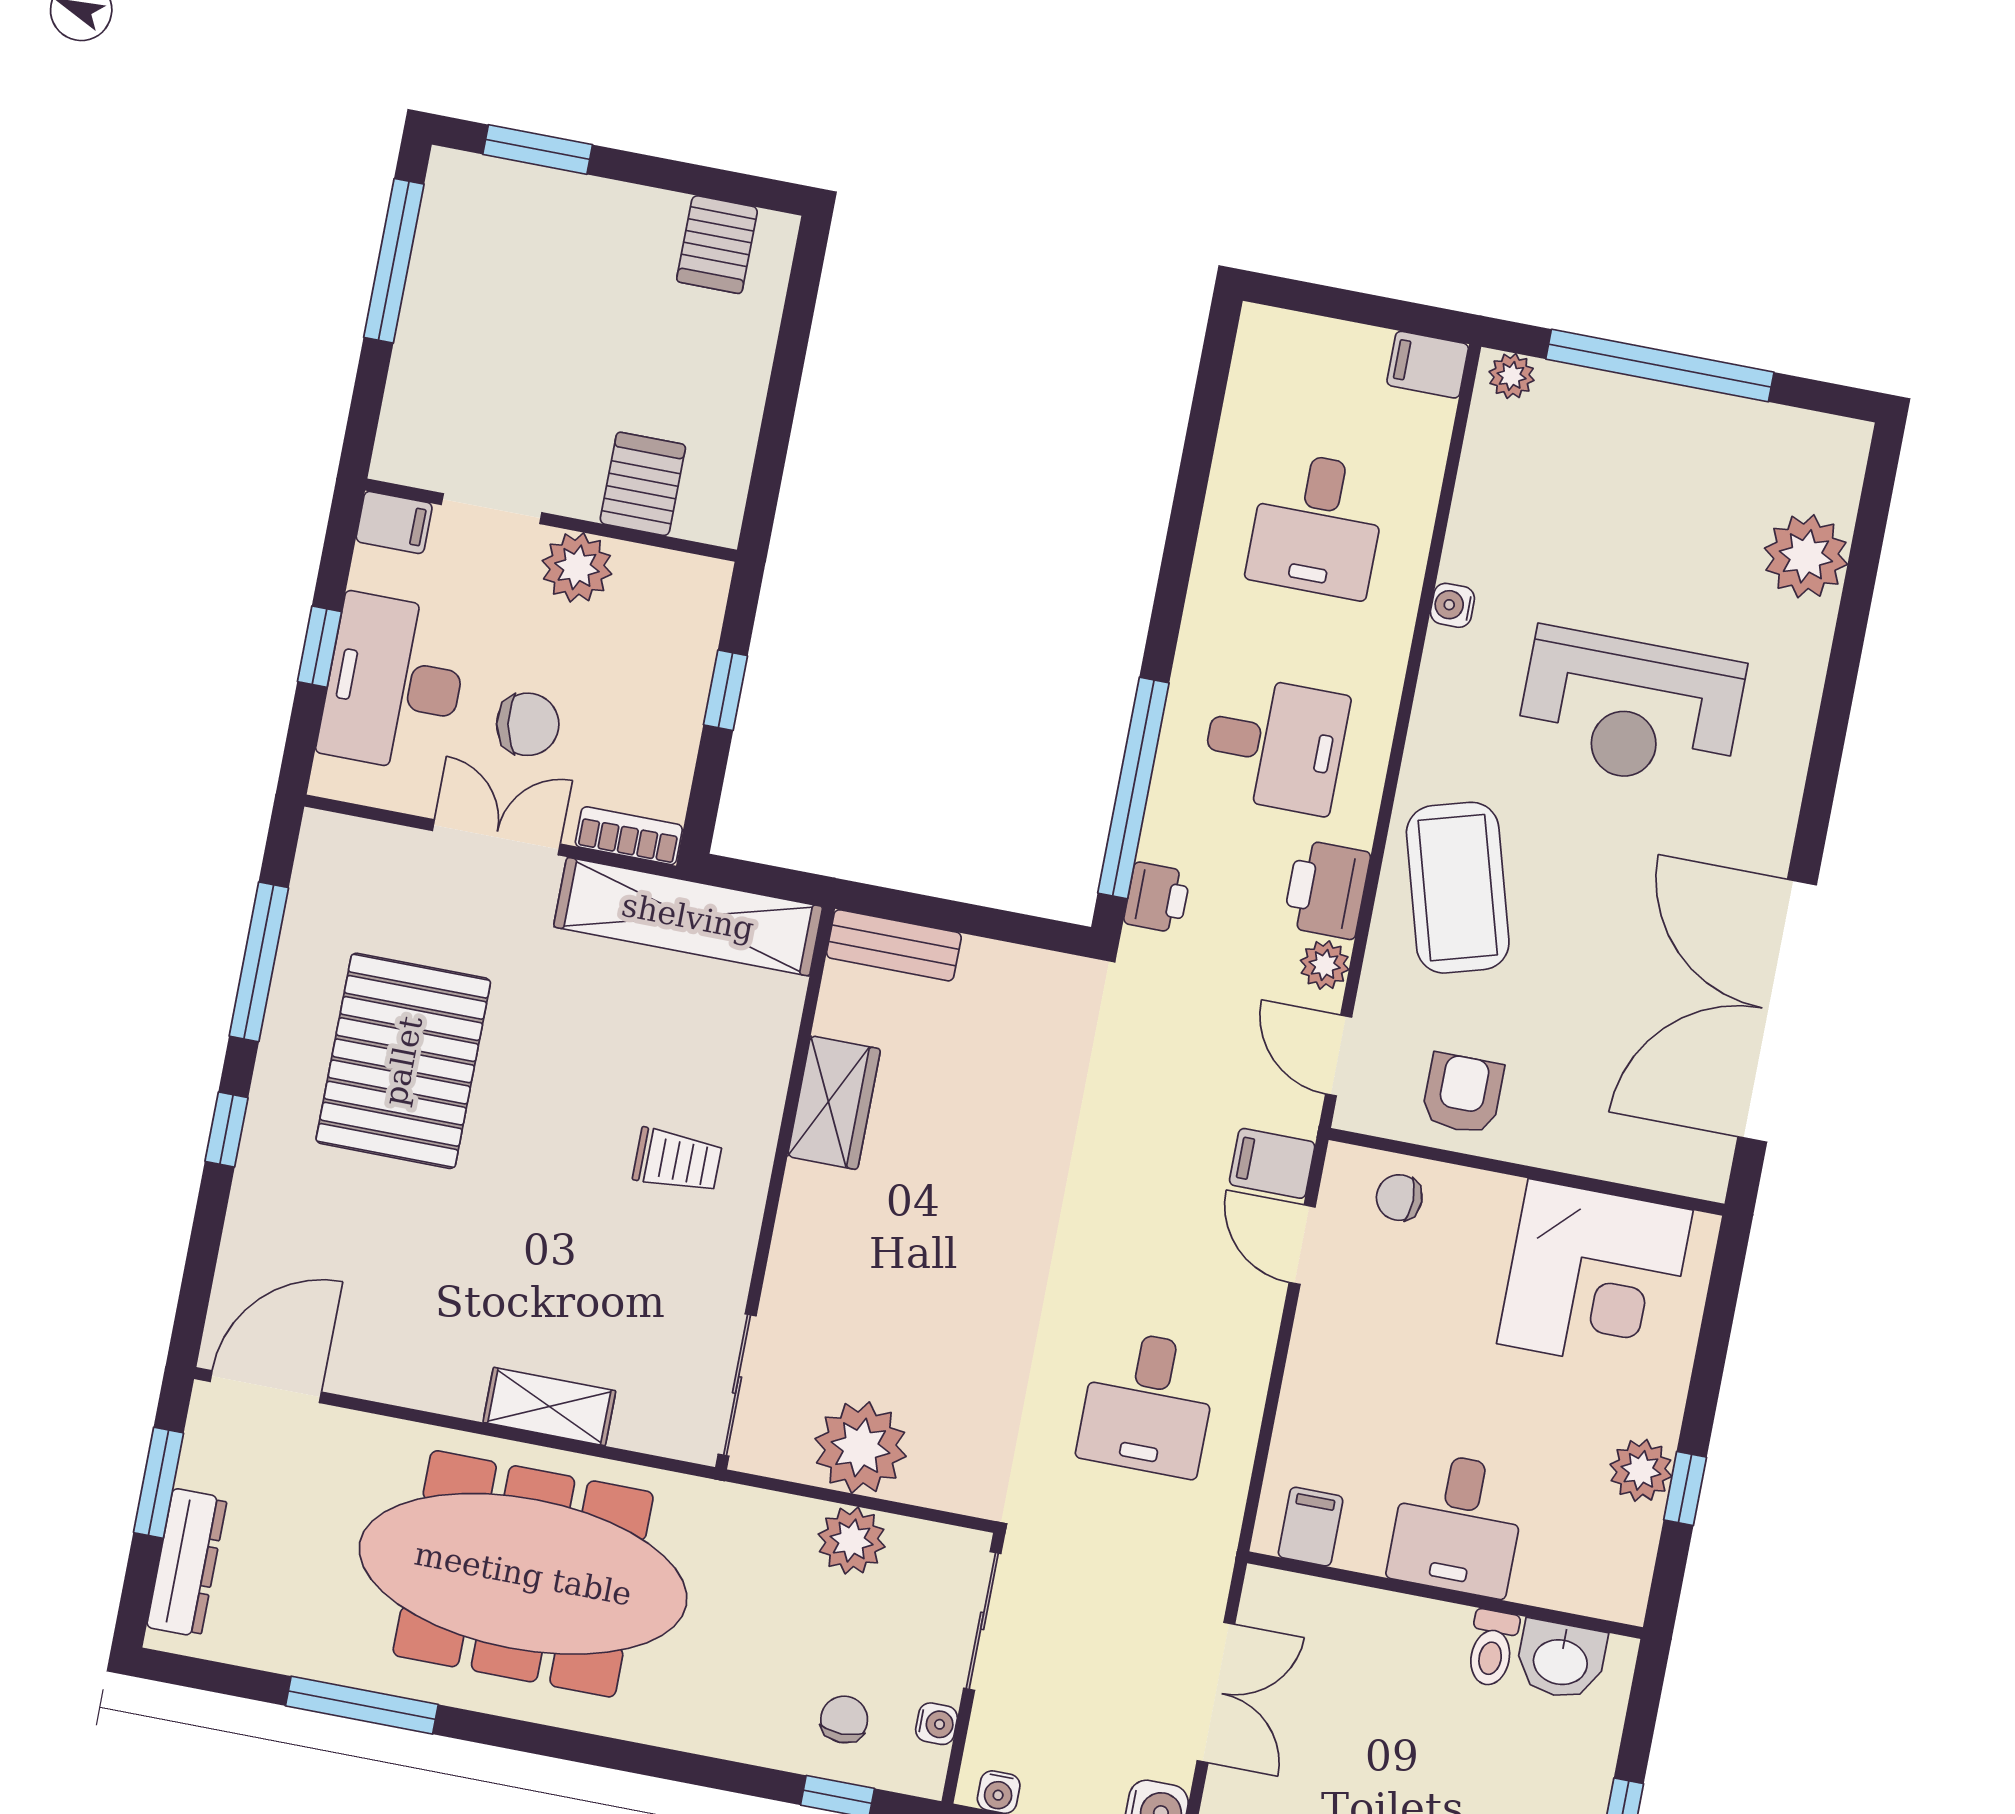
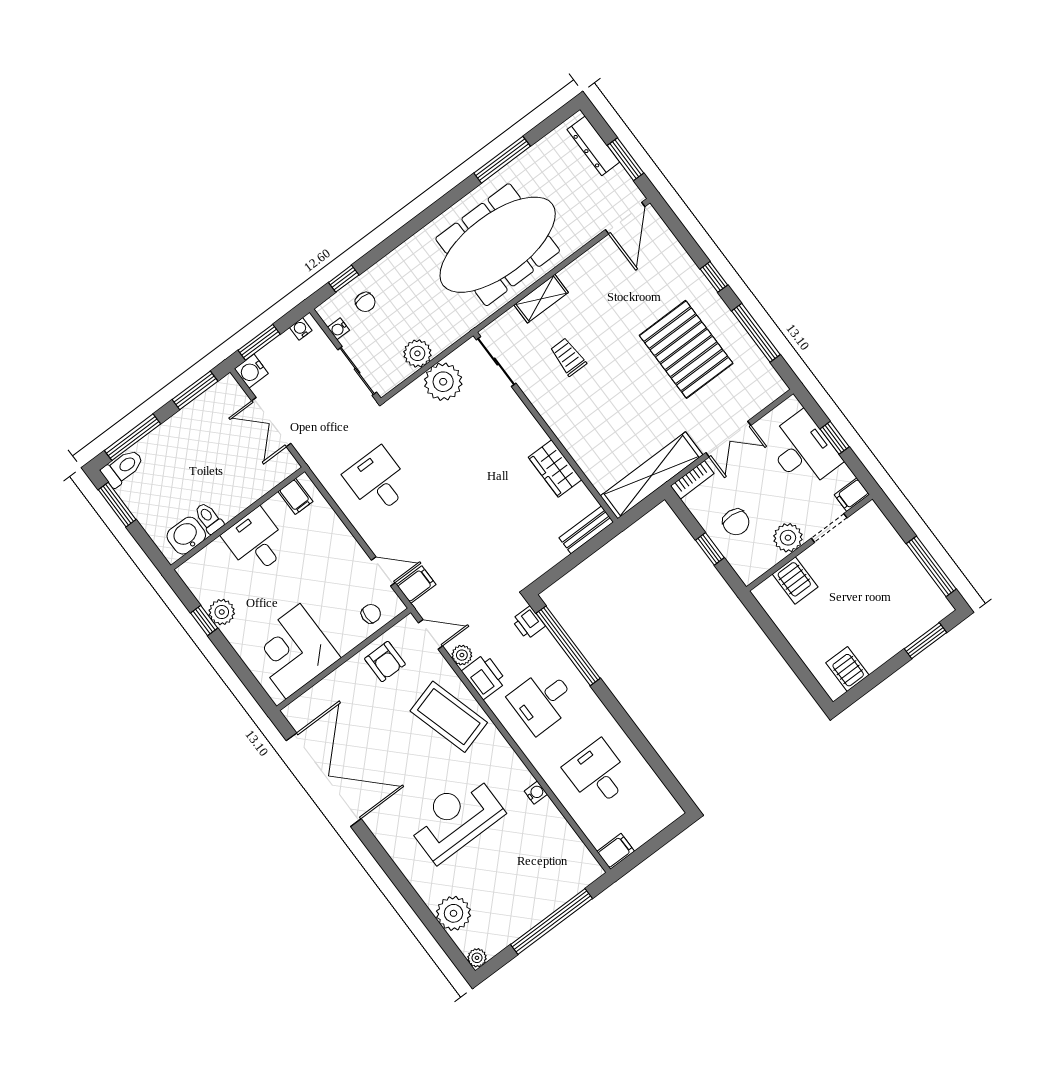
plant: (1512, 376) -> (477, 958), moved
chair: (528, 724) -> (736, 522), moved, turned -75
trolley: (677, 1161) -> (568, 357), moved, turned 90

